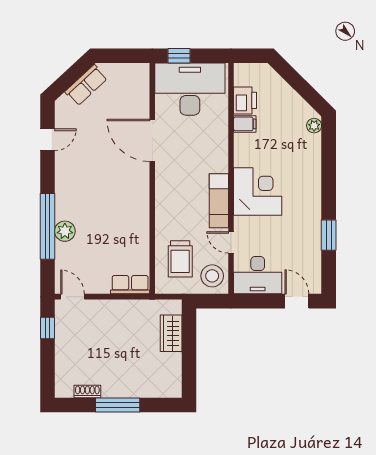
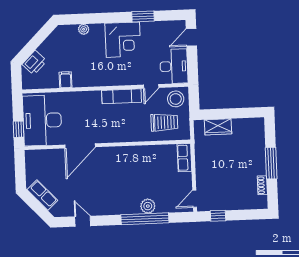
printer: (245, 100) -> (35, 63), moved, turned 135
plant: (314, 126) -> (84, 29), moved
corner desk: (258, 191) -> (123, 40), moved, turned 180

